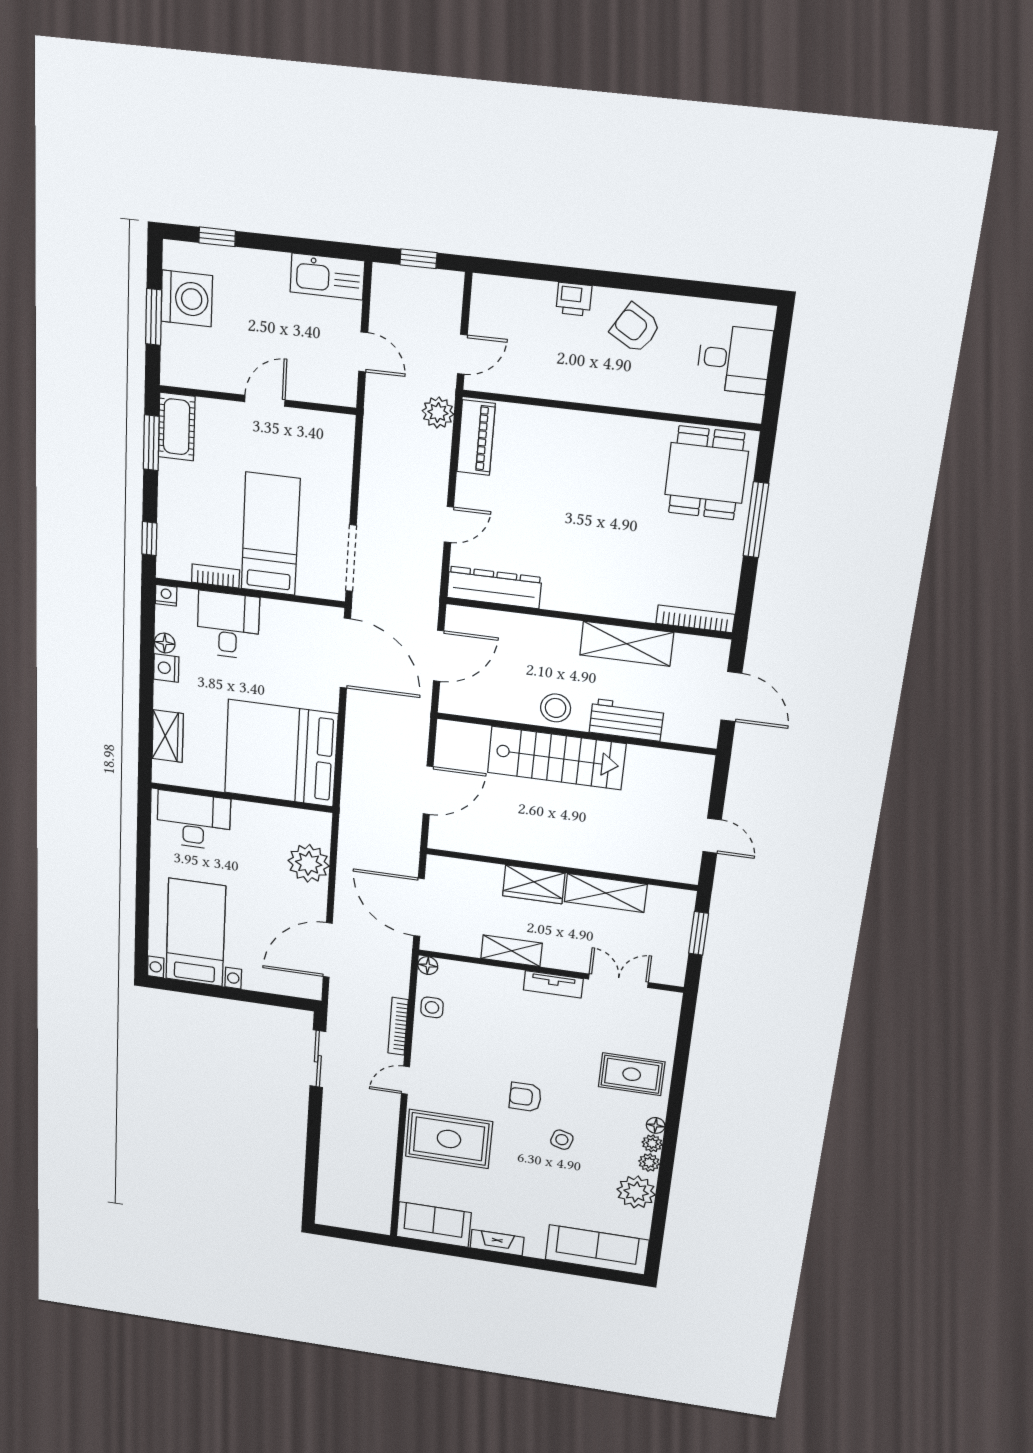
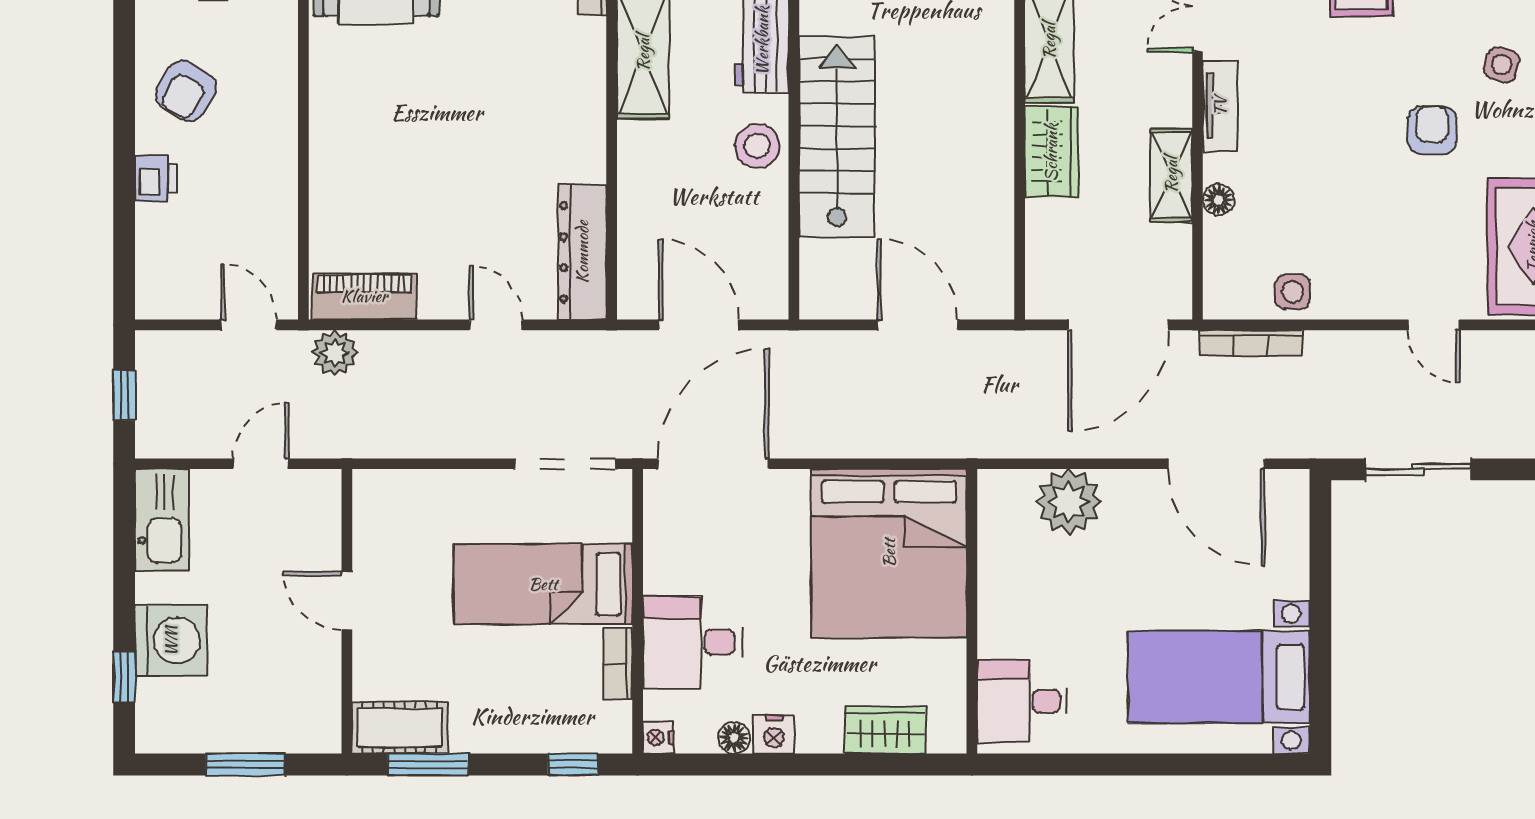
washing machine: (187, 299) -> (171, 641), moved, turned 90
desk: (194, 820) -> (1022, 701), width x0.73
floor lamp: (428, 966) -> (1219, 200), moved
bookcase: (398, 1026) -> (1251, 343), moved
armchair: (525, 1097) -> (1432, 130), turned 180

